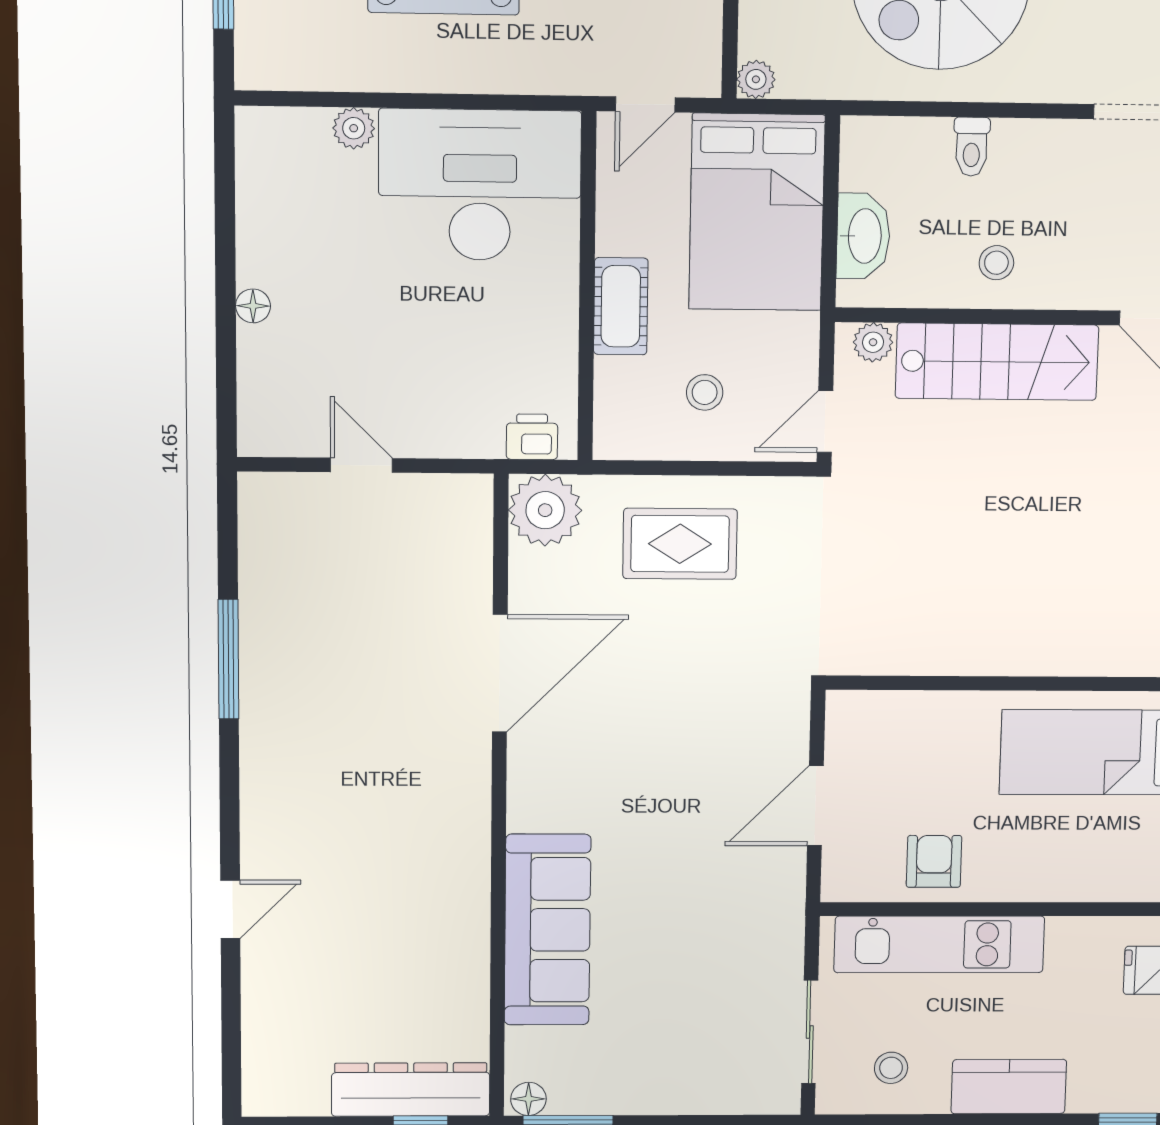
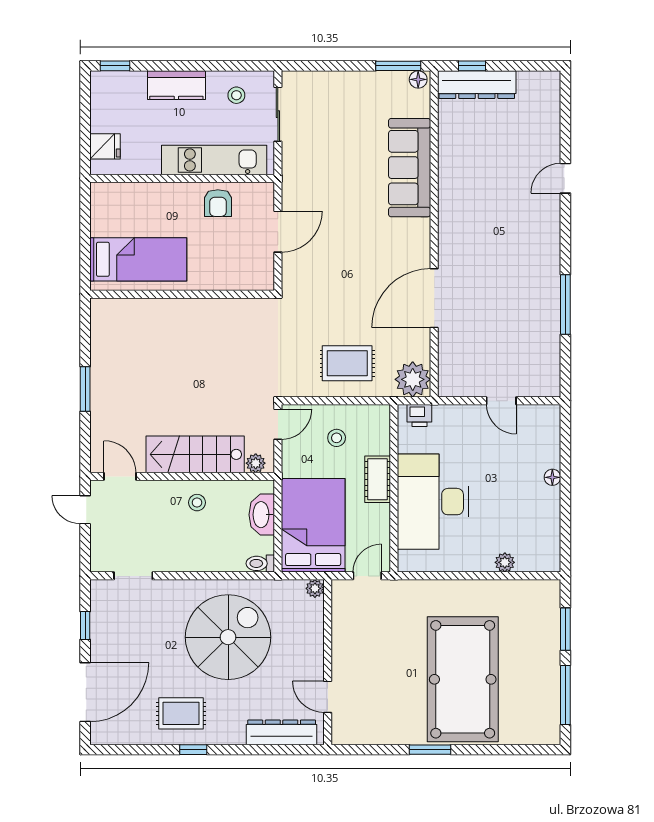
toilet: (972, 147) -> (260, 563), moved, turned -90
desk: (480, 185) -> (433, 502), moved, turned 90

